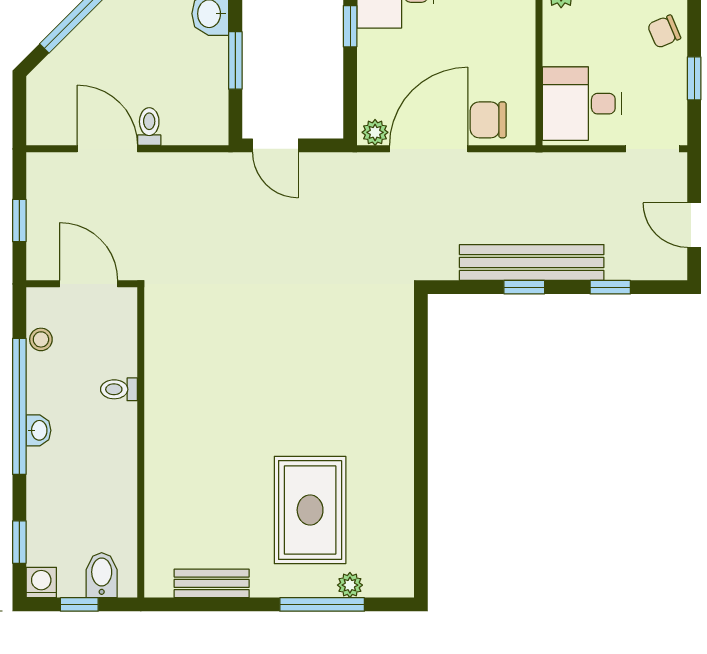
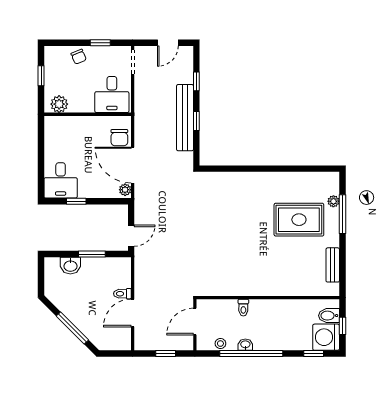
washbasin: (39, 430) -> (245, 345), moved
washing machine: (41, 583) -> (326, 337), width x1.89, depth x1.89

